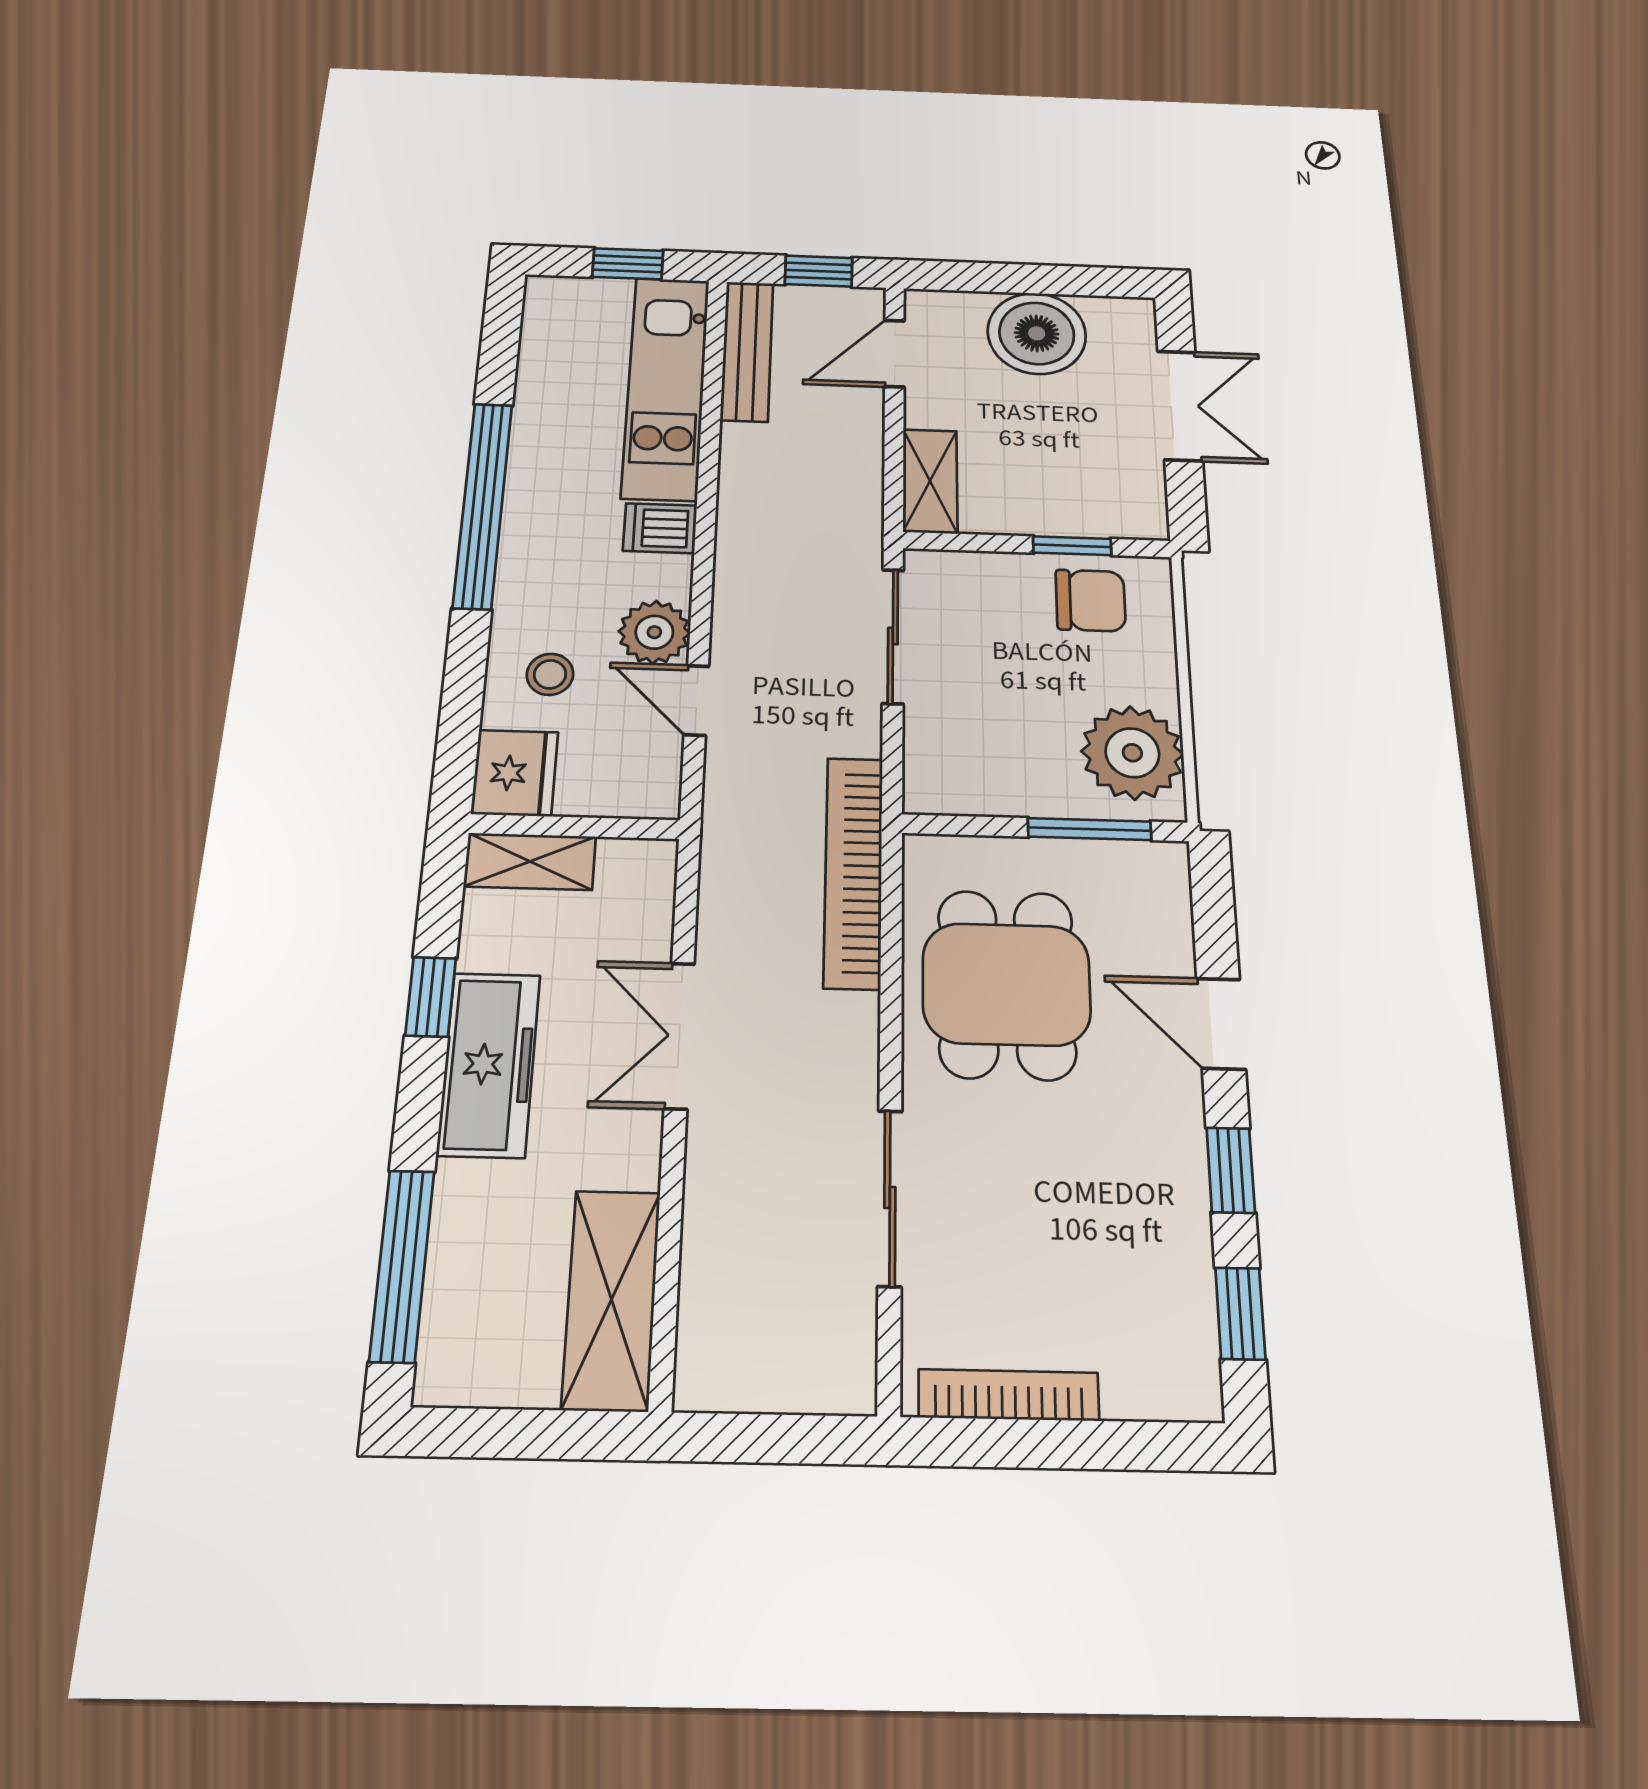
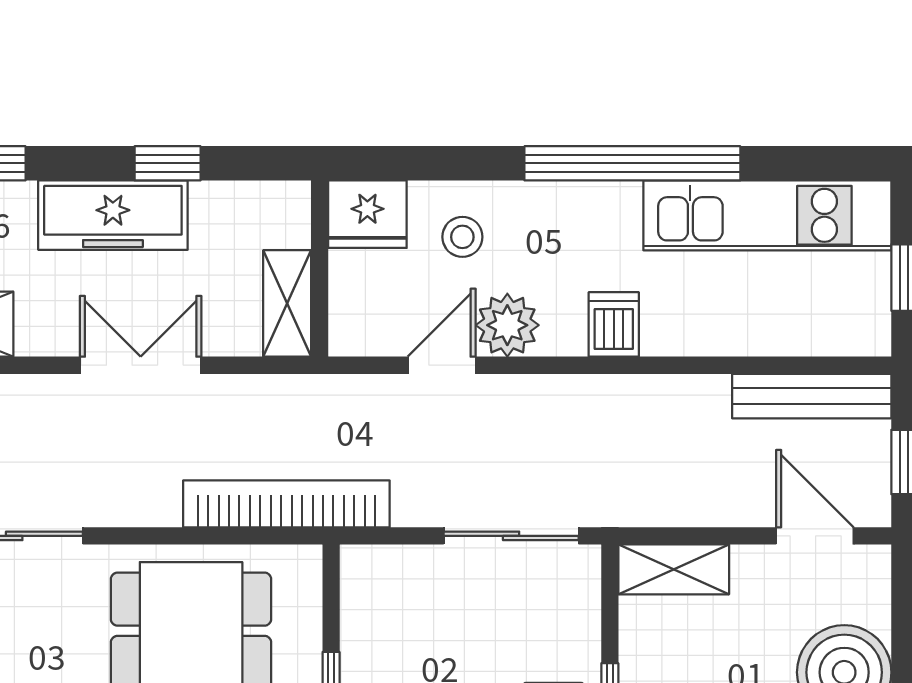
kitchen unit: (666, 387) -> (767, 215), moved, turned 180
shelving: (530, 861) -> (287, 303), moved

